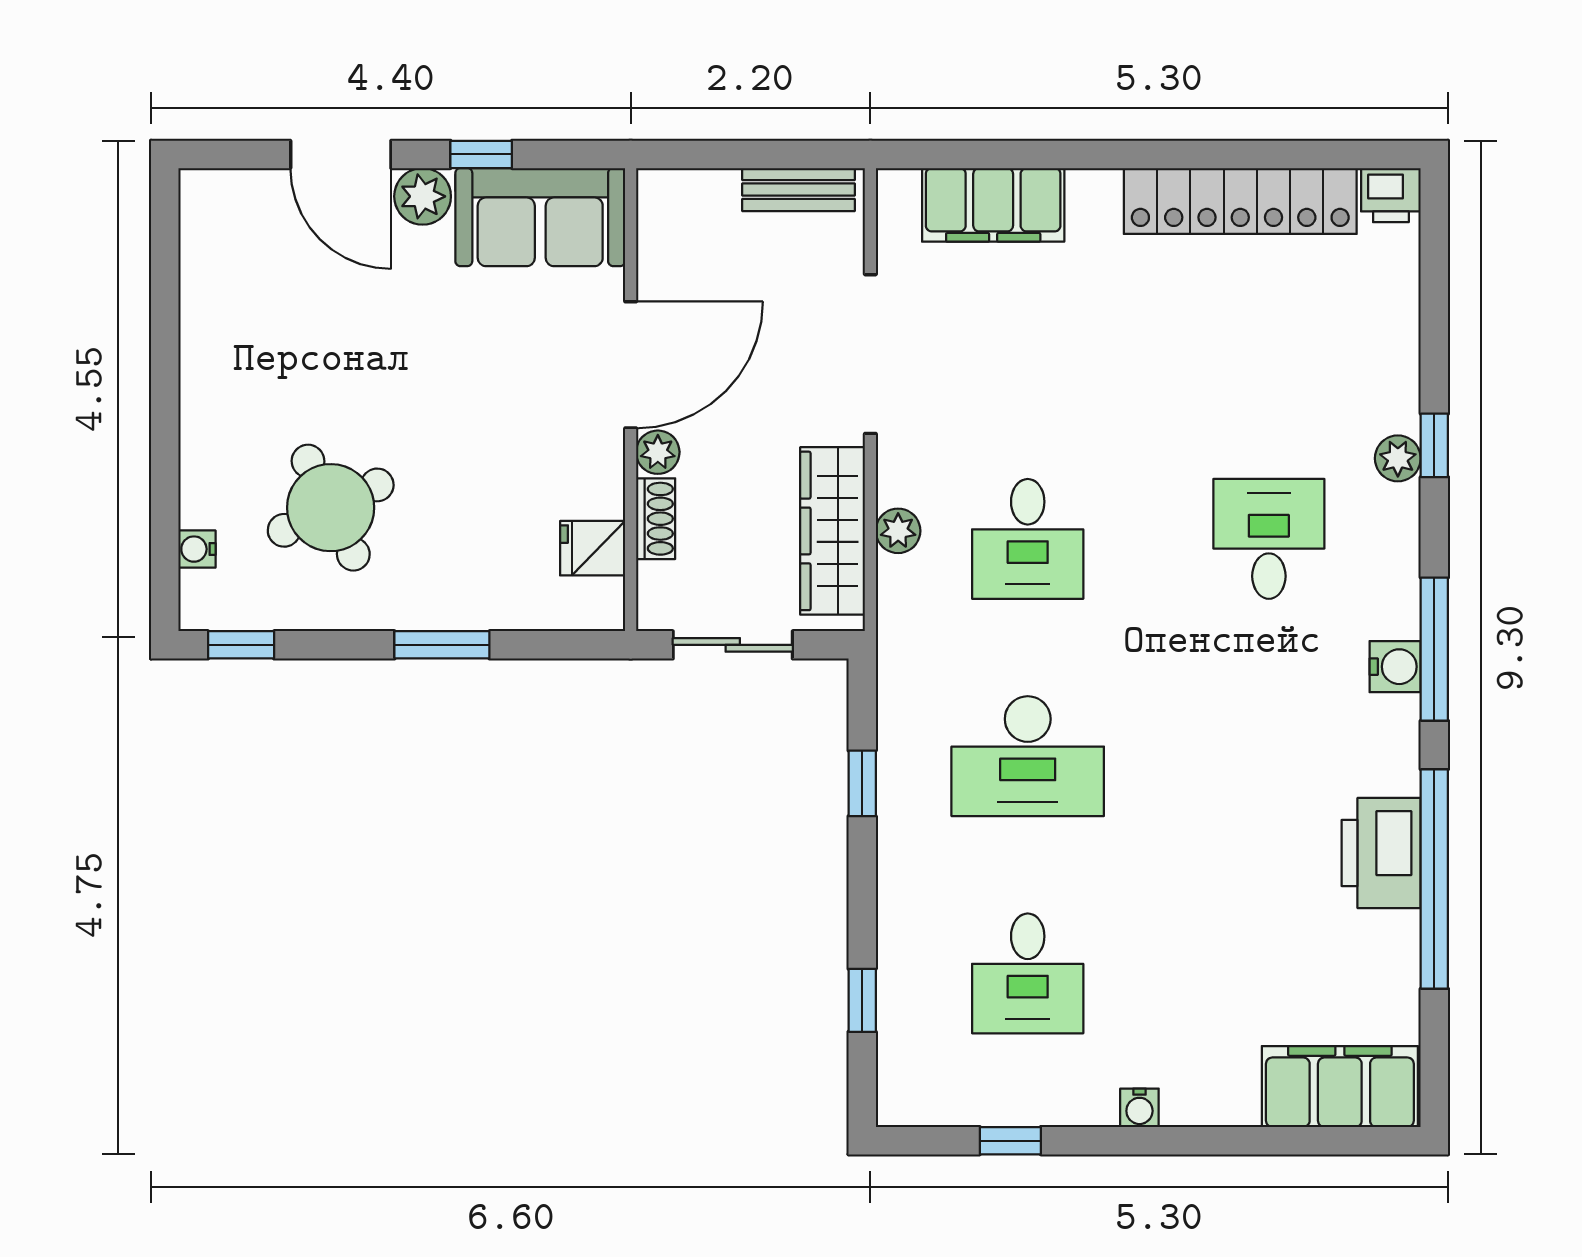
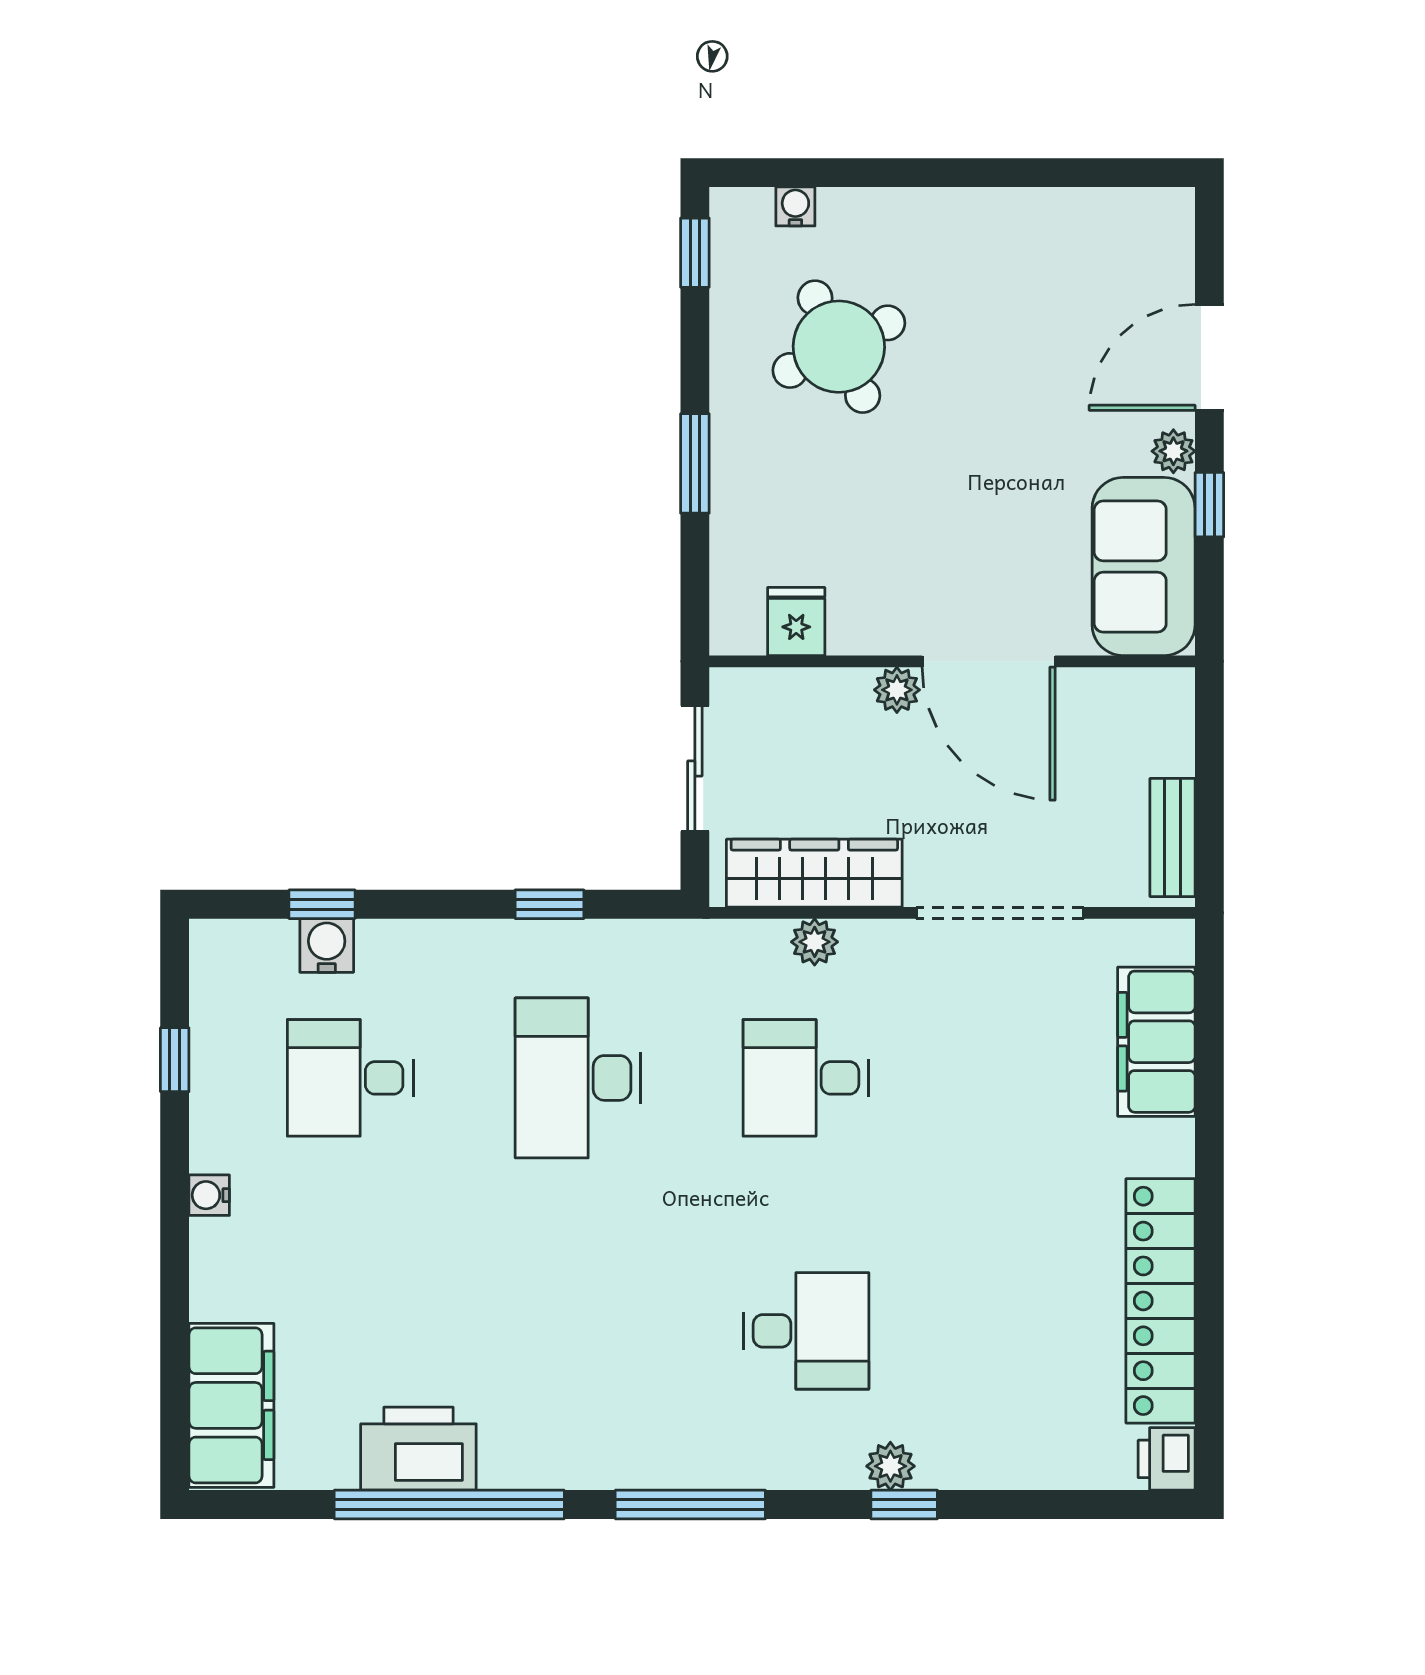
plant: (423, 196) -> (1173, 451), width x0.73, depth x0.73
shoe rack: (656, 519) -> (827, 688), removed
water cooler: (1395, 667) -> (327, 945), moved, turned 180
printer: (1381, 853) -> (418, 1449), moved

